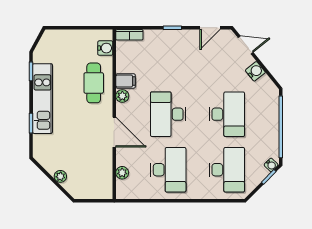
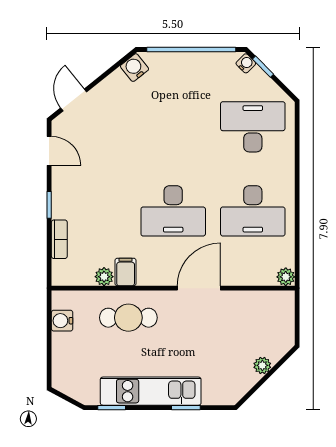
bookcase: (129, 35) -> (59, 239), moved
water cooler: (105, 48) -> (62, 321), moved, turned -90
water cooler: (255, 71) -> (135, 68), moved
plant: (122, 96) -> (104, 277), moved
desk: (227, 114) -> (173, 127), removed
desk: (168, 170) -> (253, 211), turned 180
plant: (122, 173) -> (286, 277), moved

